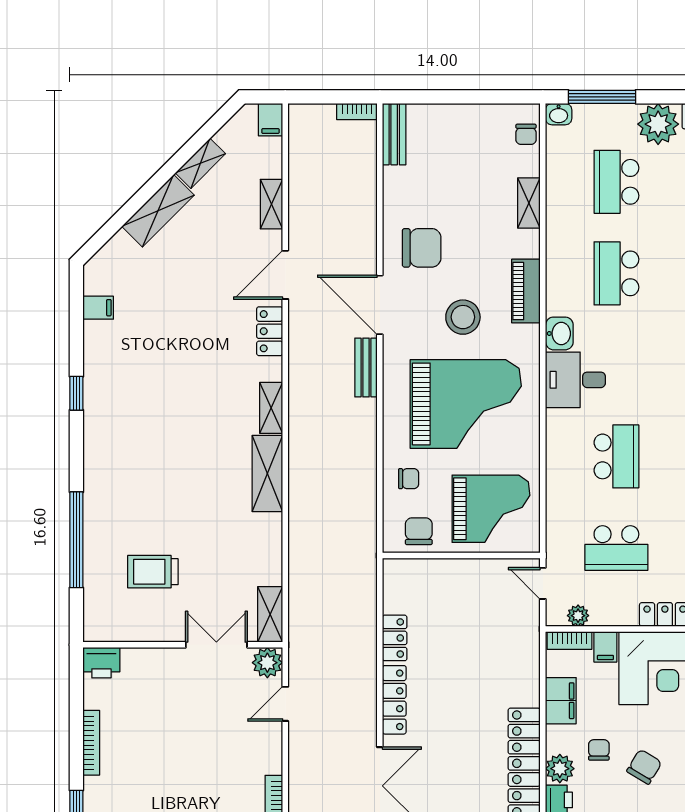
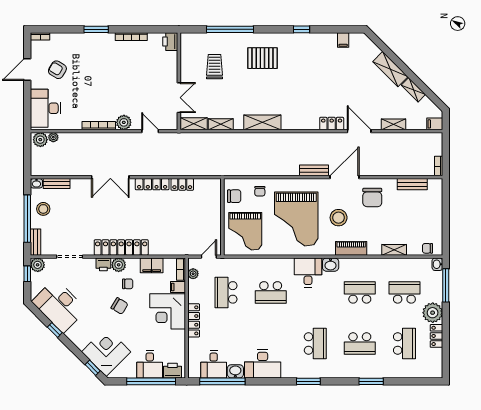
bench: (394, 134) -> (412, 184), moved
shelving: (271, 408) -> (221, 124), moved
pallet: (135, 473) -> (262, 58), added
plant: (267, 663) -> (124, 122), moved

